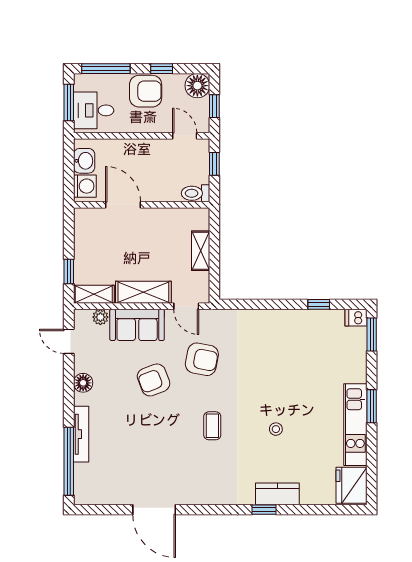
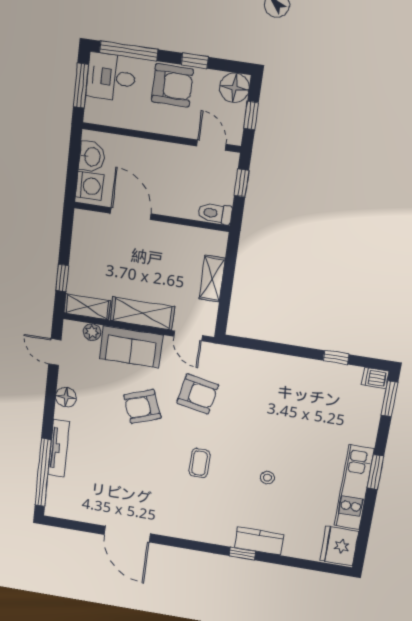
desk: (94, 110) -> (111, 77), moved

